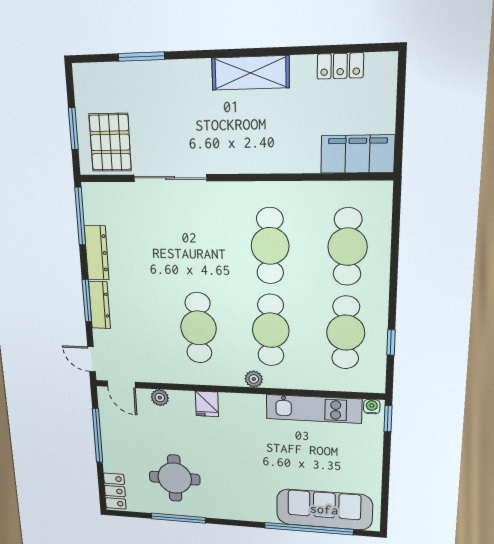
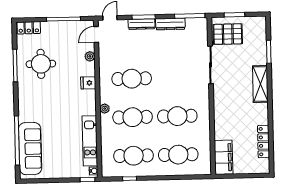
locker: (340, 66) -> (264, 142), width x1.53
shelving: (250, 73) -> (260, 84), moved

